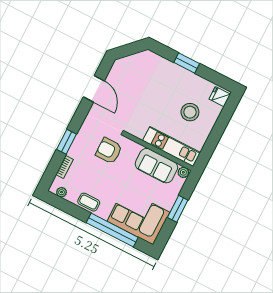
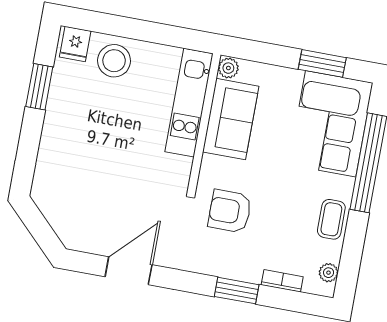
window: (187, 63) -> (39, 87), moved
stool: (190, 112) -> (114, 61), moved
armchair: (109, 151) -> (230, 211), turned 90
window: (178, 209) -> (322, 63), moved

